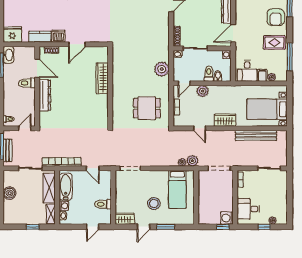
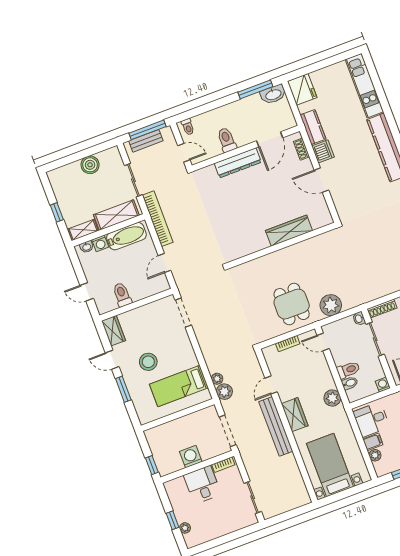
toilet: (27, 83) -> (227, 140), moved
plant: (203, 91) -> (332, 398), moved
dining table: (147, 108) -> (292, 304), moved
bench: (256, 135) -> (276, 426), moved
desk: (248, 209) -> (202, 485), moved
washing machine: (227, 218) -> (191, 457), moved

